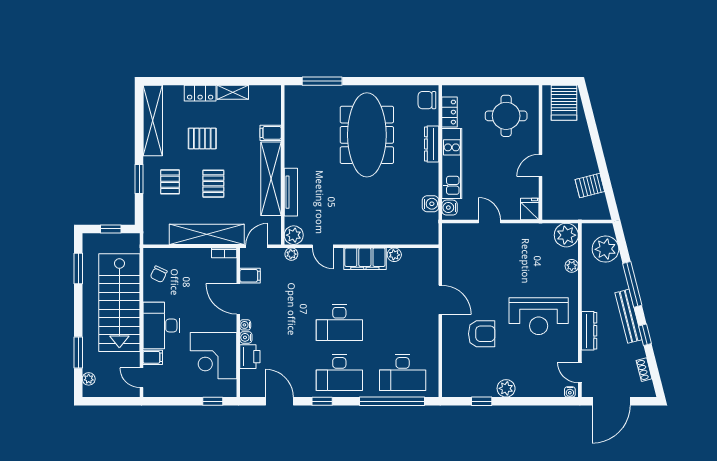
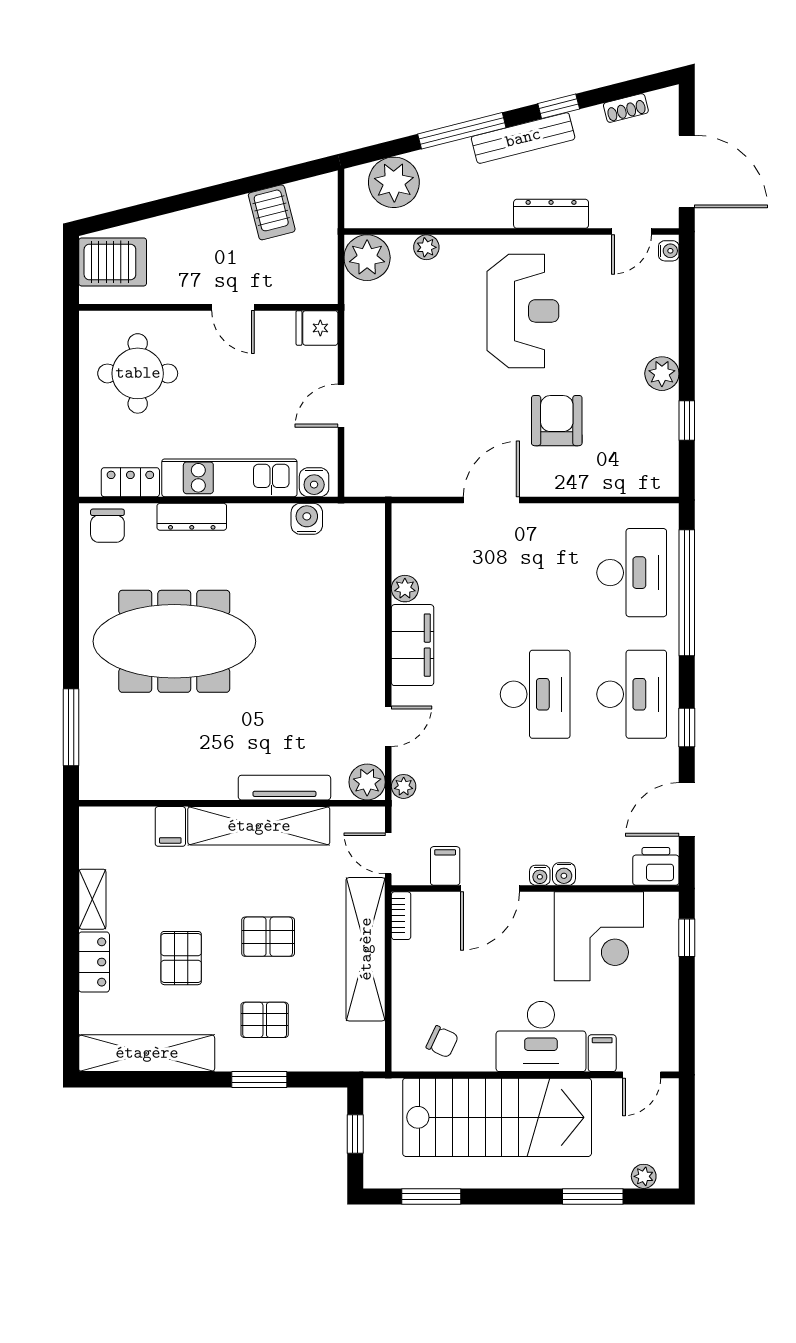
printer: (250, 357) -> (656, 866), moved

